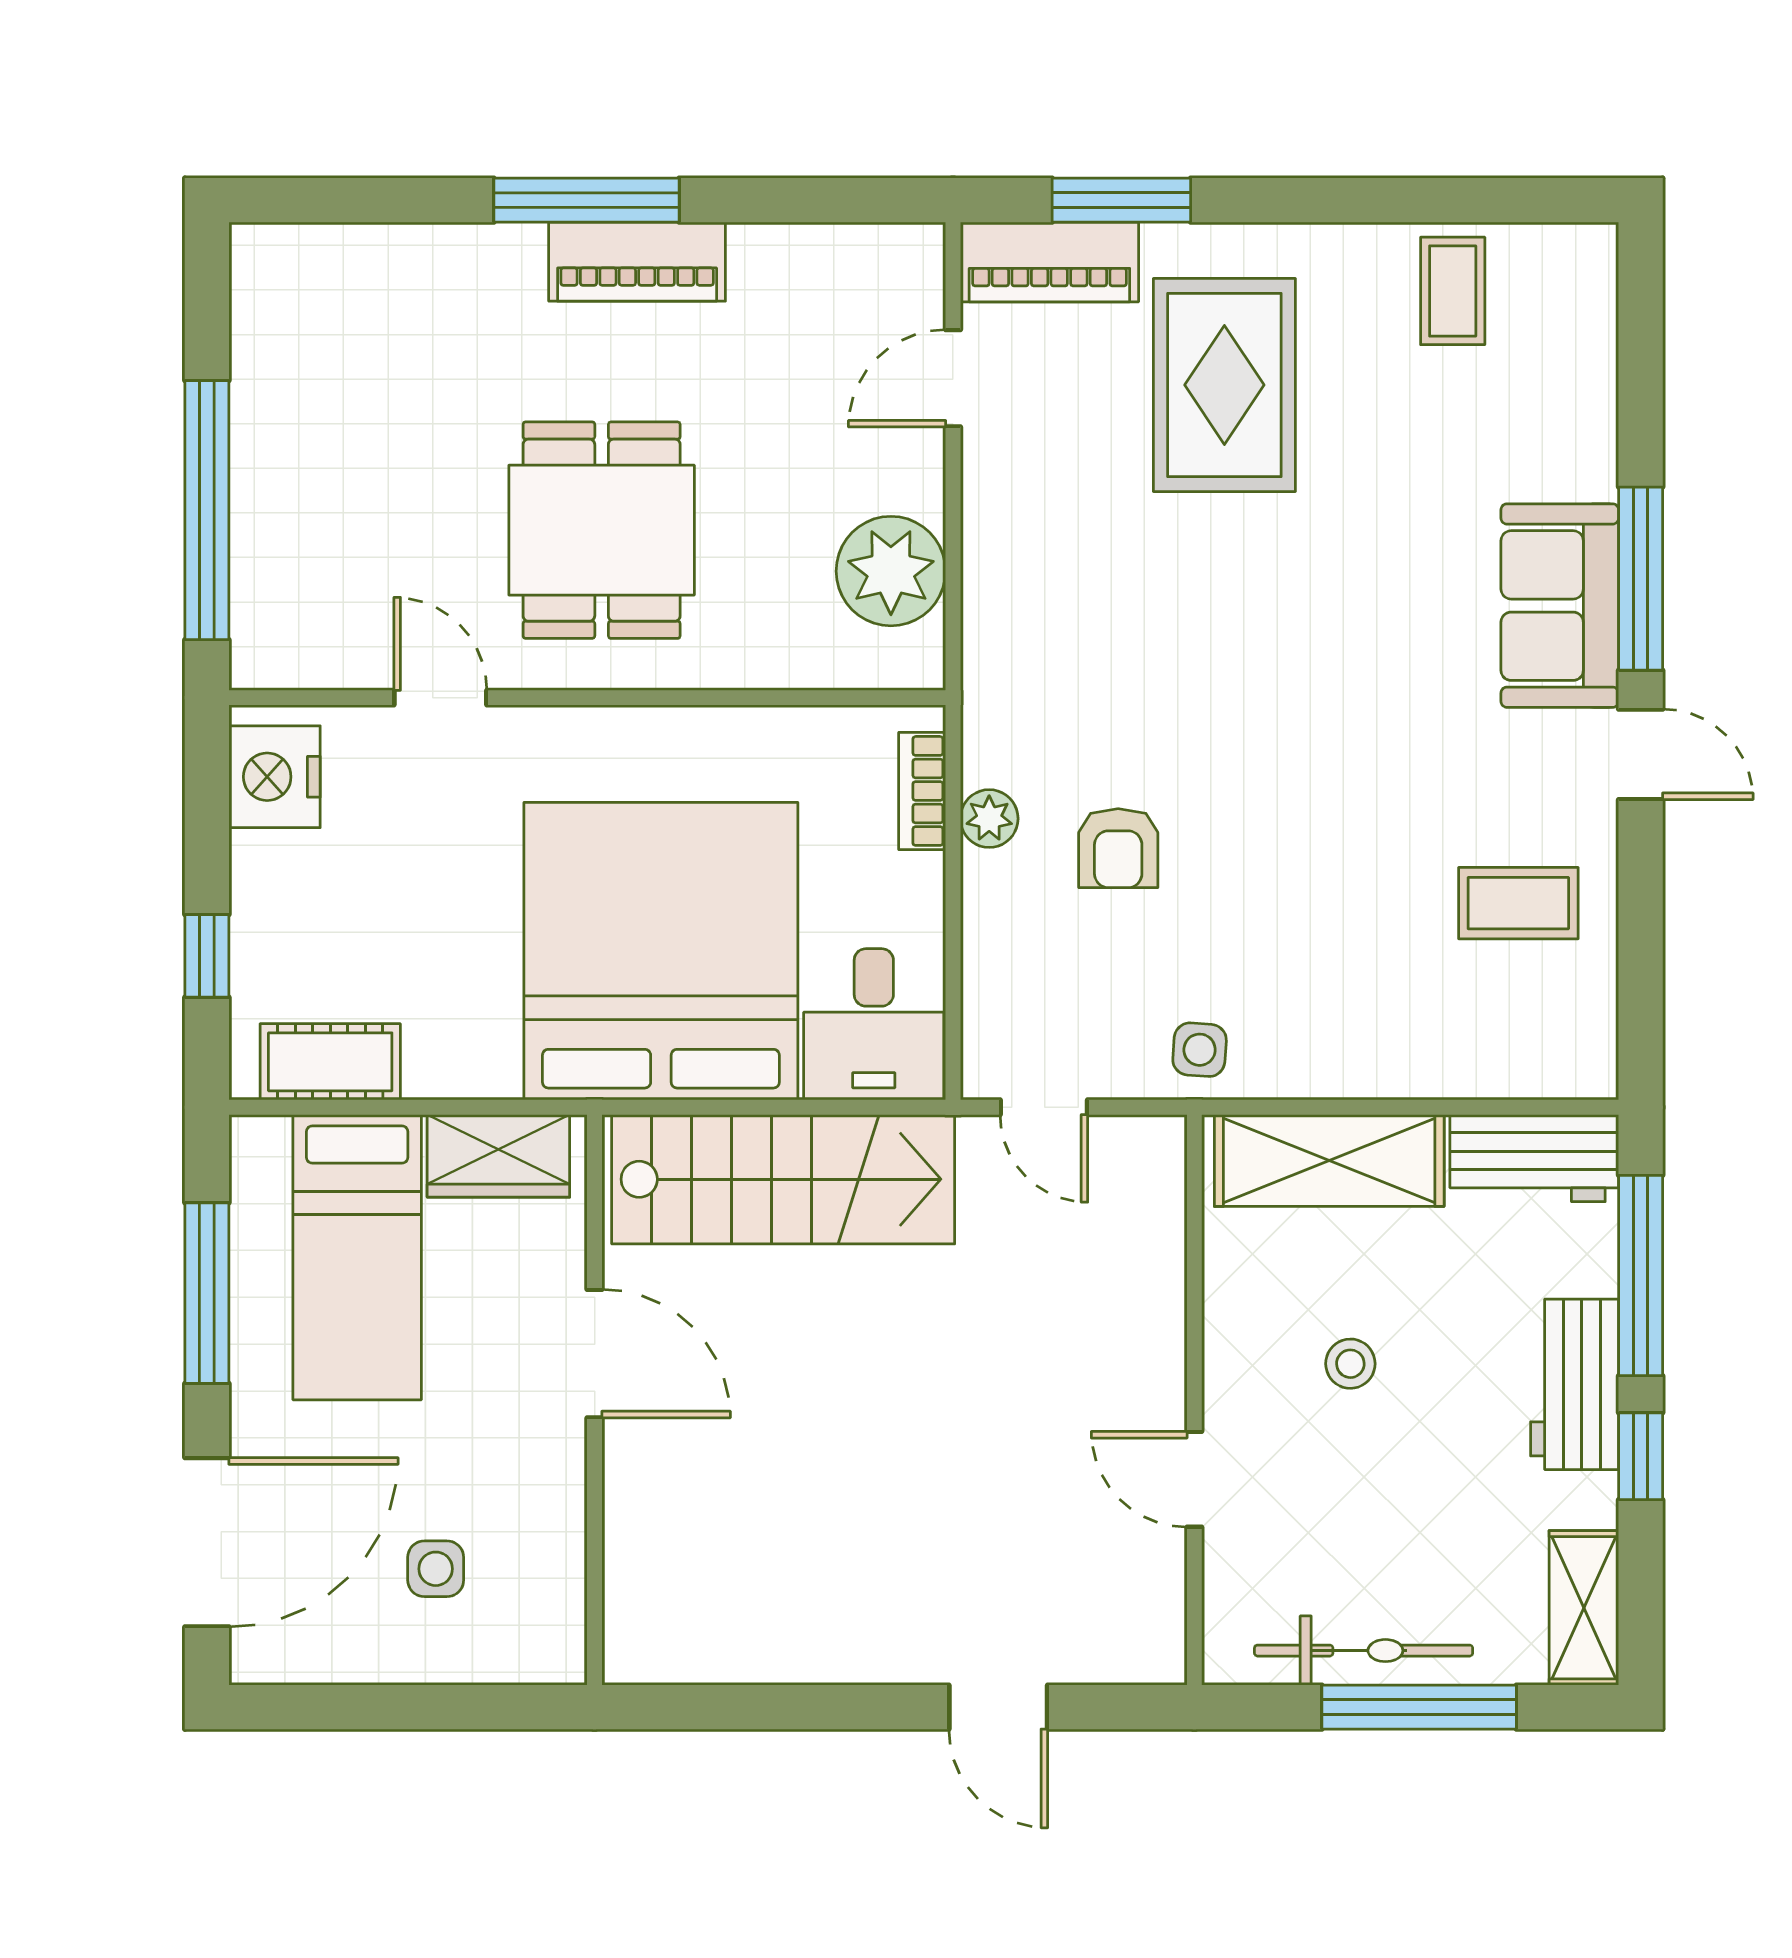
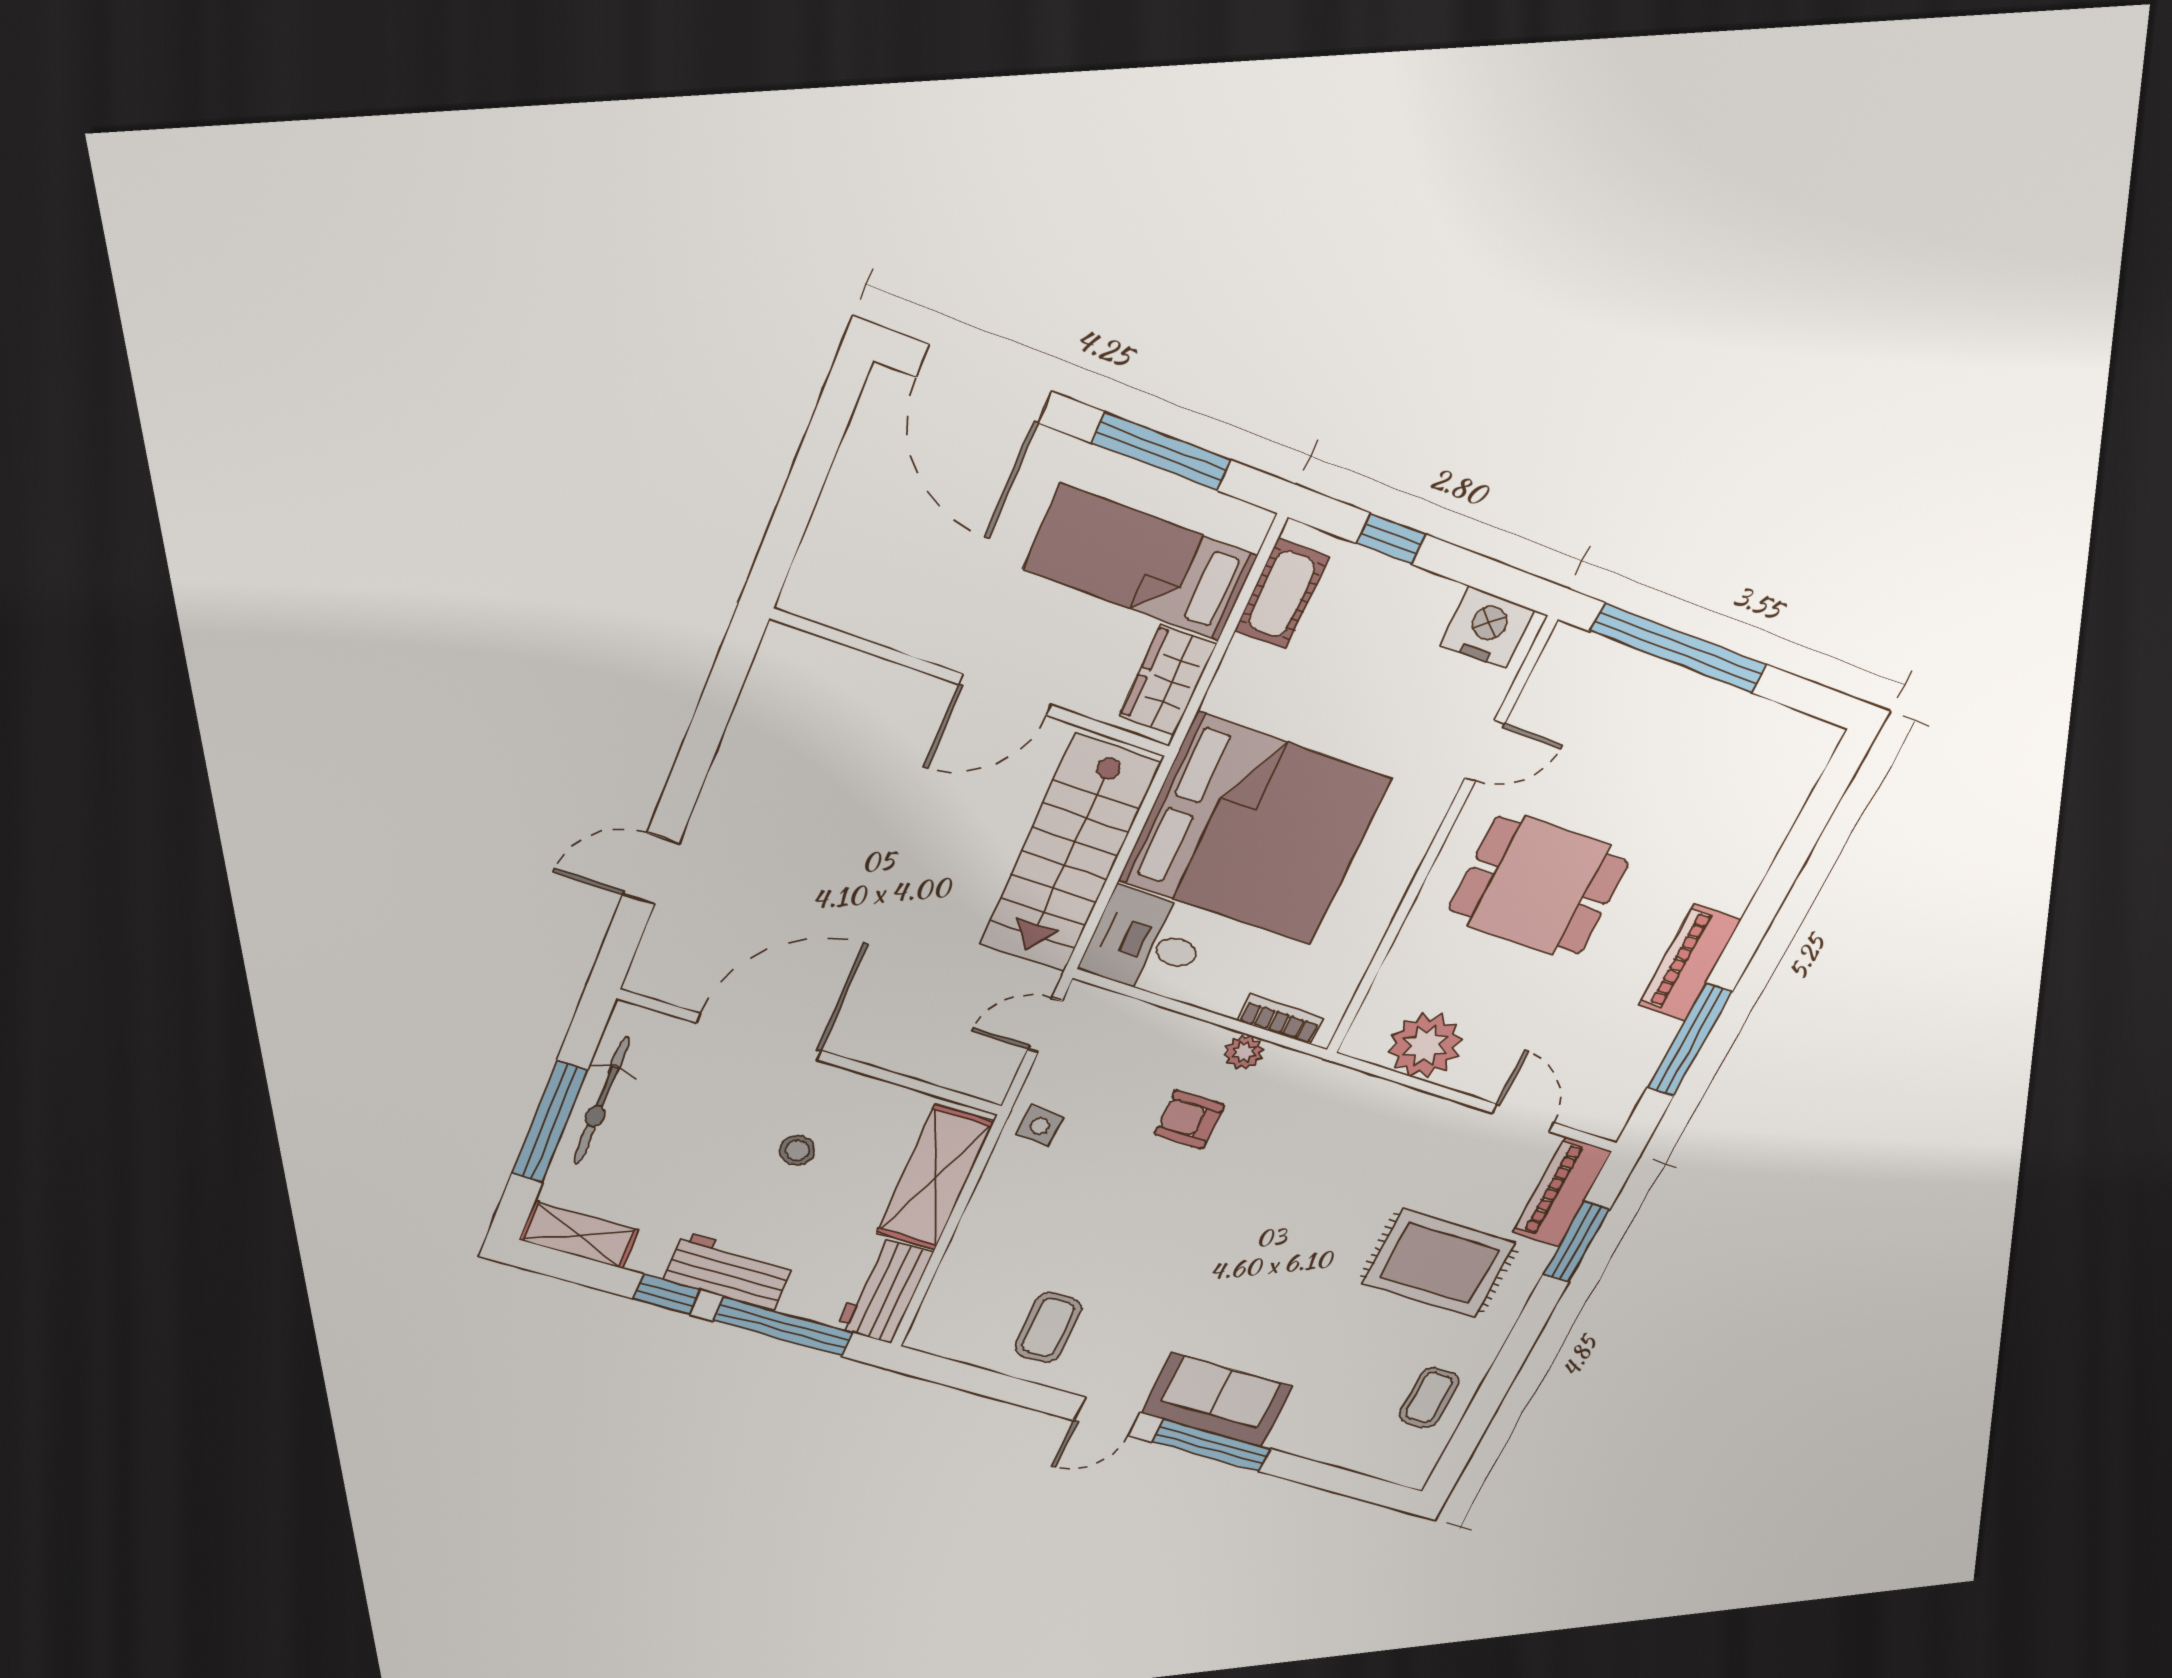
window: (587, 200) -> (1690, 1040), moved
coffee table: (1453, 291) -> (1429, 1398), turned 90
door: (1194, 1479) -> (759, 1037), width x1.87
side table: (436, 1569) -> (899, 536), removed

